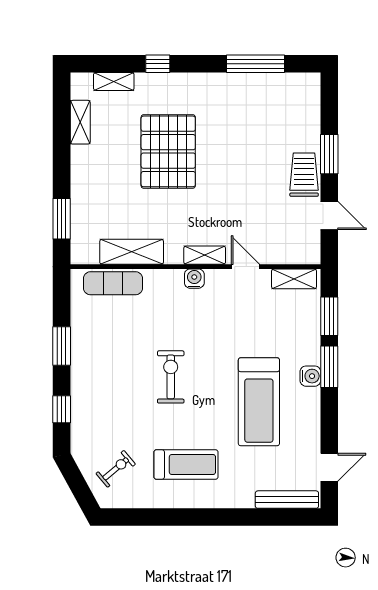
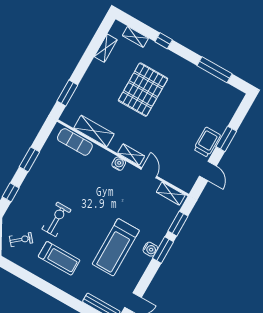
exercise bike: (171, 377) -> (57, 219), moved

